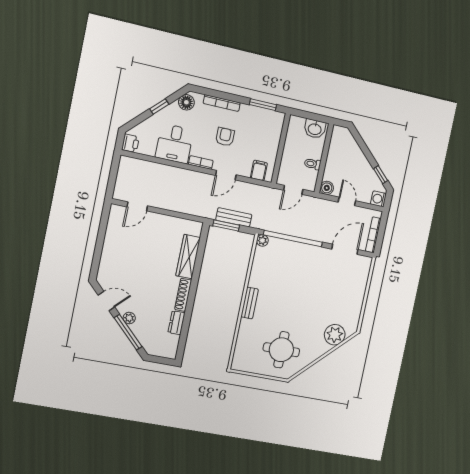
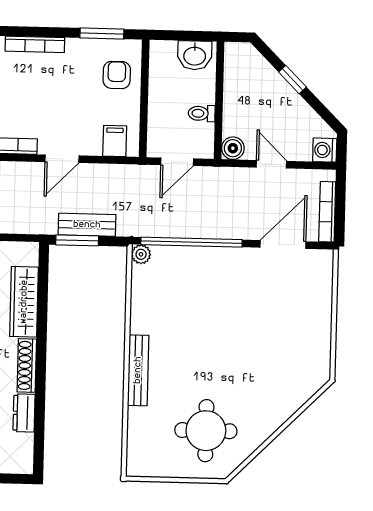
armchair: (225, 137) -> (117, 75), moved
window: (381, 175) -> (293, 80), moved
bench: (250, 303) -> (138, 370), width x1.36
plant: (335, 335) -> (292, 391), removed

